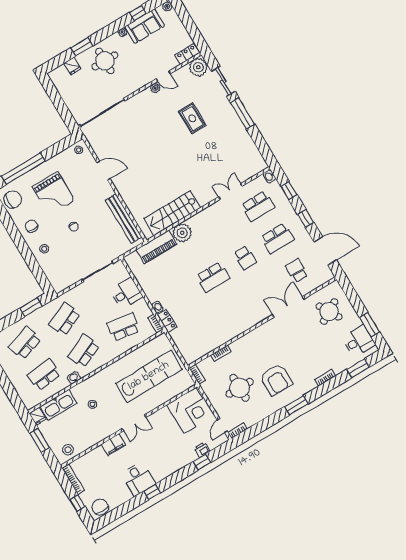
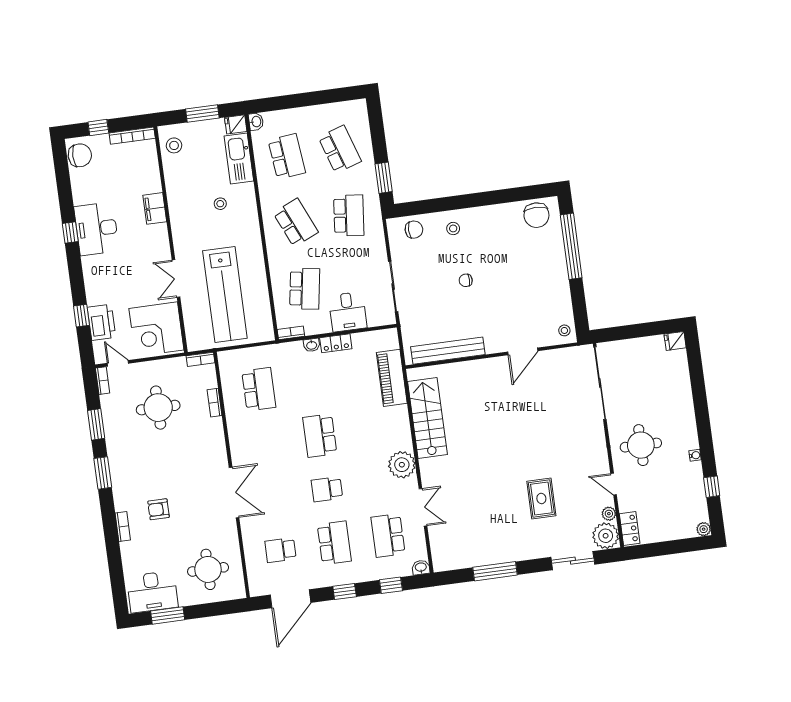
sofa: (145, 26) -> (690, 488), removed
window: (82, 47) -> (699, 393), removed
round table: (105, 61) -> (641, 445), moved
fridge: (72, 66) -> (675, 341), moved
door: (163, 76) -> (614, 484), hinge flipped
plant: (155, 88) -> (609, 514), moved
window: (243, 113) -> (495, 571), moved
rug: (192, 118) -> (541, 499), turned 90
grand piano: (54, 194) -> (521, 272), removed
chair: (31, 226) -> (414, 230), moved
plant: (182, 233) -> (402, 465), moved
school desk: (277, 238) -> (334, 543), turned 180
school desk: (297, 271) -> (281, 550), turned 180
double door: (288, 307) -> (234, 492), moved
round table: (329, 312) -> (208, 569), turned 30
school desk: (65, 319) -> (349, 215), turned 30
locker: (167, 321) -> (336, 343), moved
school desk: (200, 329) -> (259, 389), added
desk: (359, 341) -> (152, 592), width x1.37
window: (358, 368) -> (96, 424), moved
washbasin: (74, 378) -> (256, 122), moved
armchair: (276, 380) -> (159, 509), moved, width x0.53, depth x0.53
double door: (134, 423) -> (176, 279), moved
printer: (202, 450) -> (102, 322), width x1.87, depth x1.48
desk: (138, 479) -> (96, 229), width x1.37

